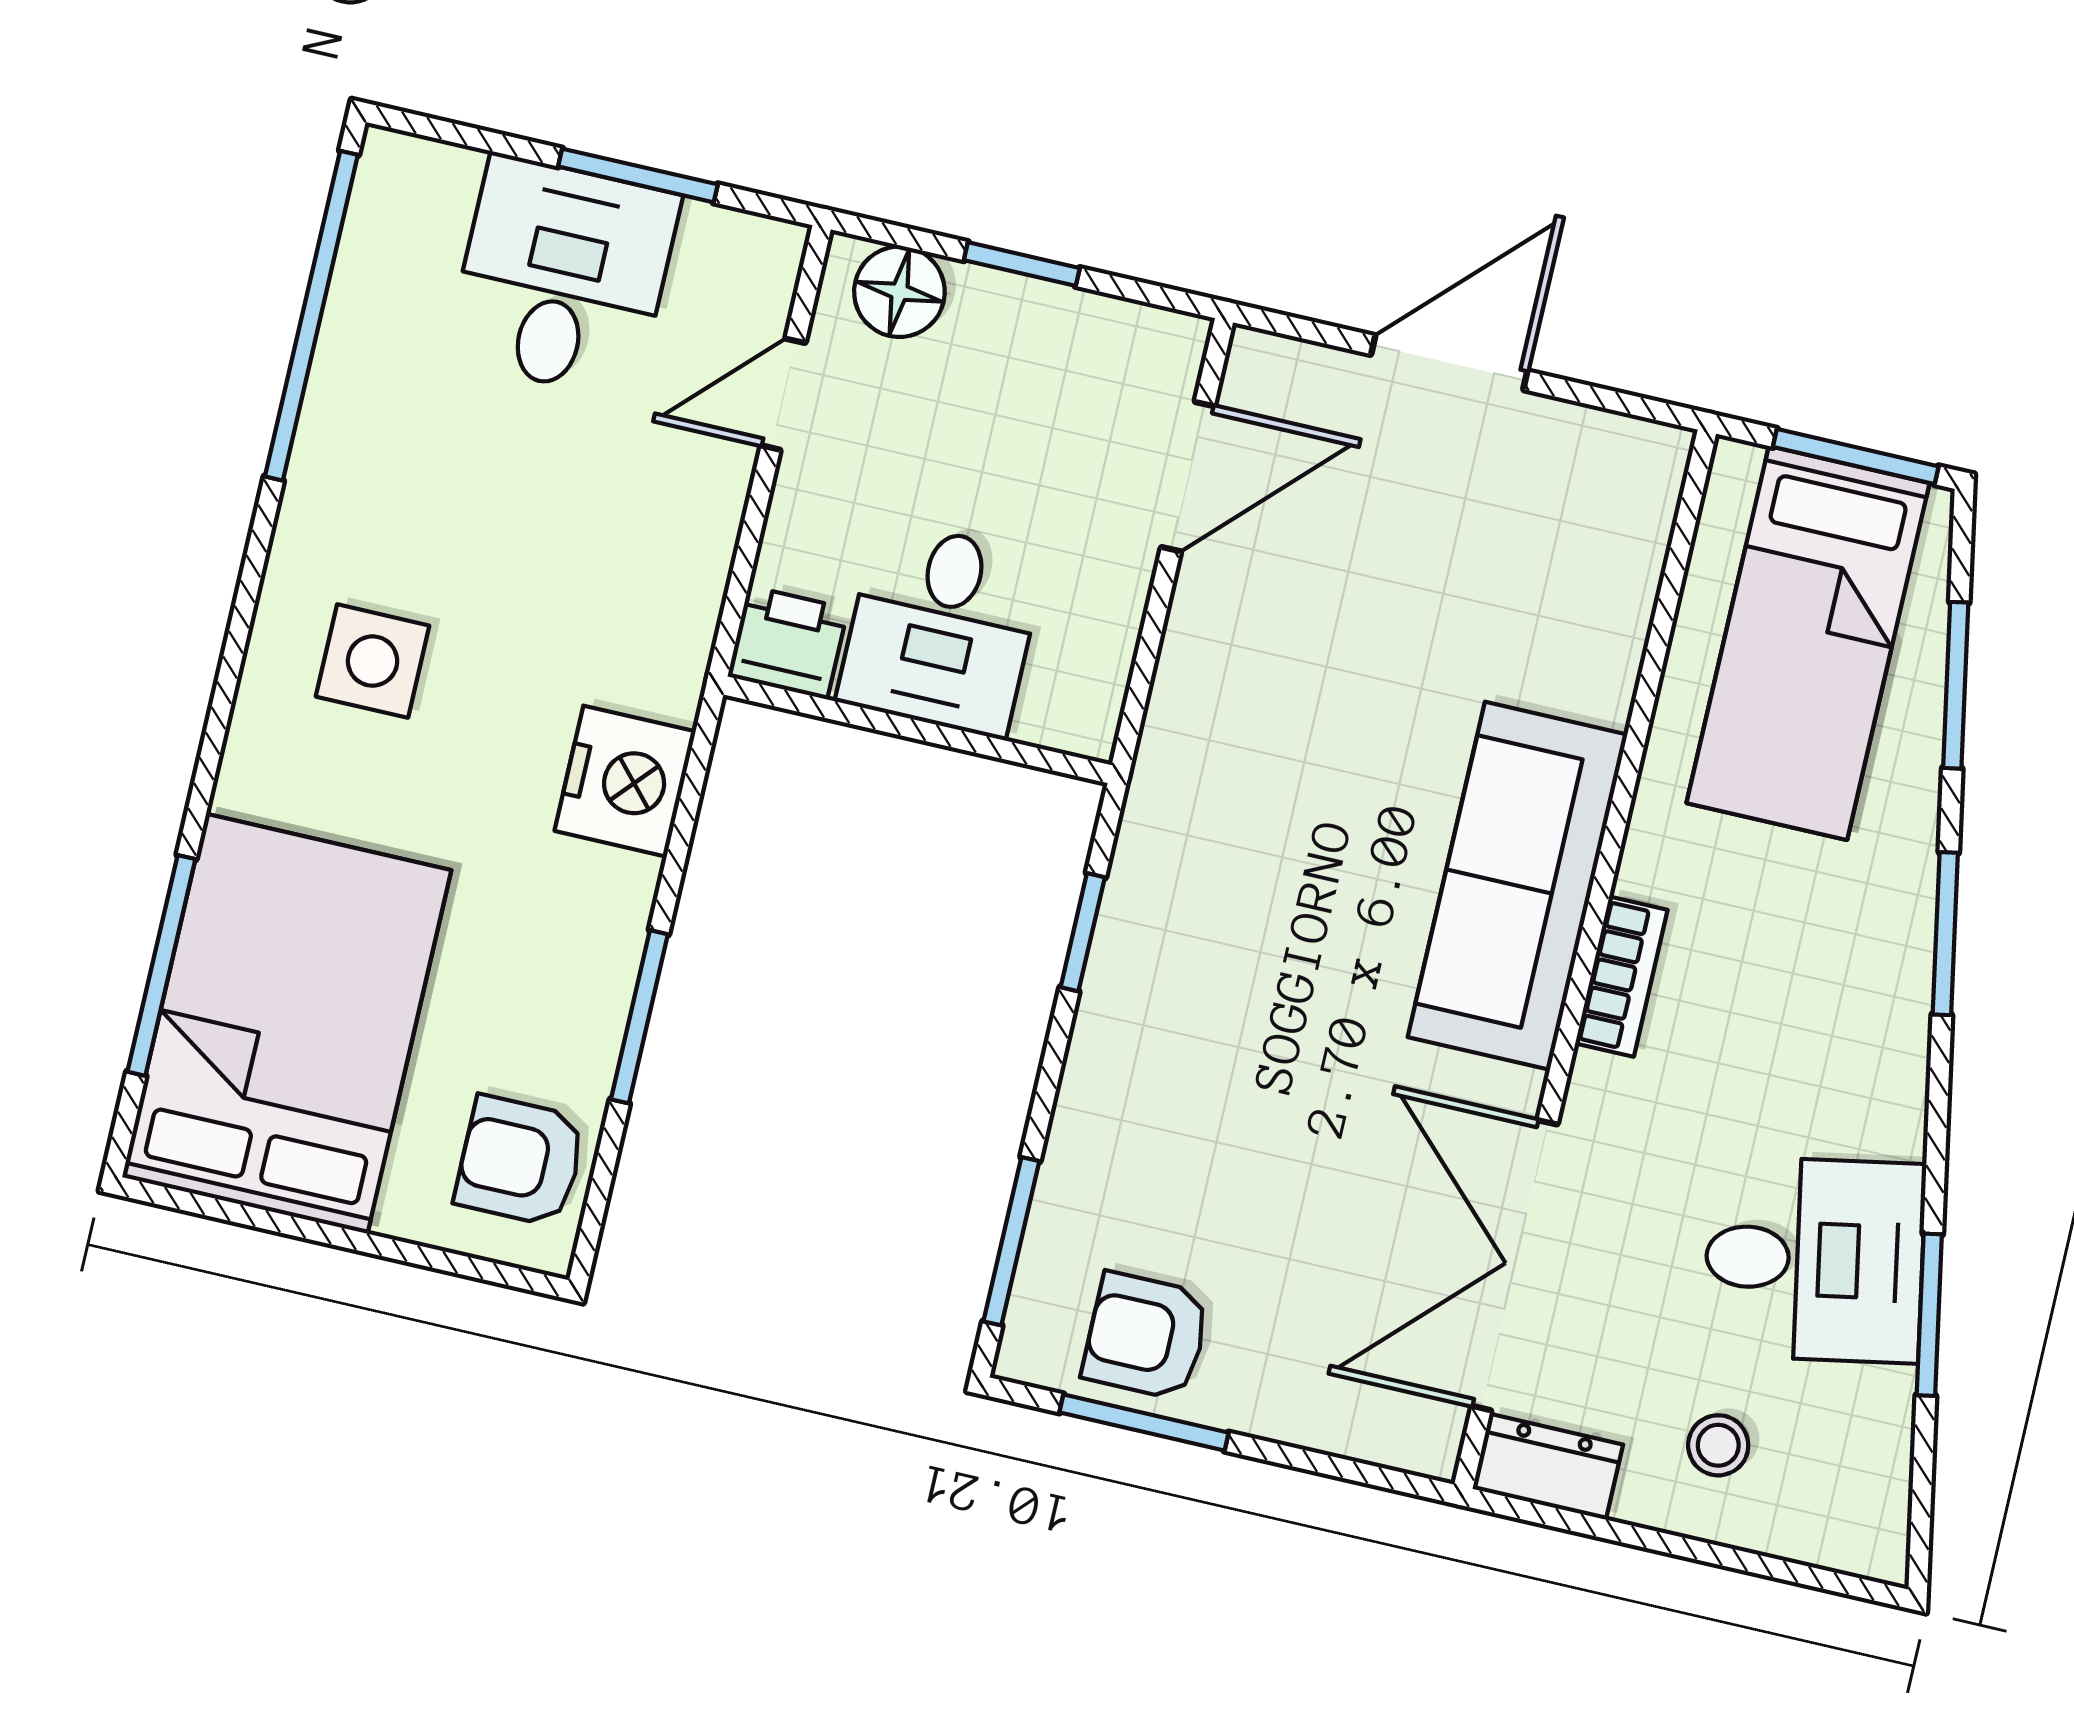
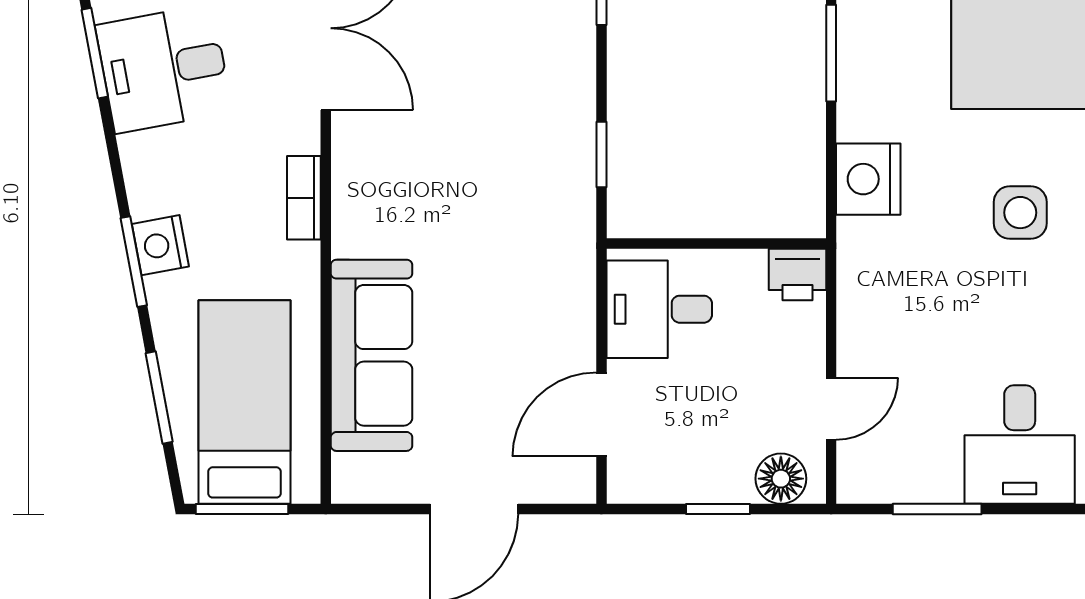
desk: (563, 277) -> (1020, 445), moved
desk: (941, 629) -> (659, 309), moved, turned -90
sofa: (1518, 886) -> (372, 355), moved
nightstand: (1892, 952) -> (160, 245), added

